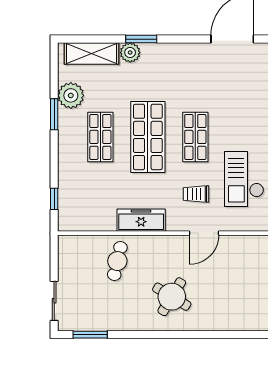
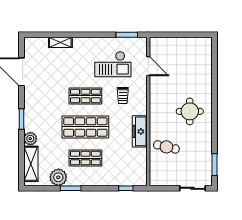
window: (141, 39) -> (21, 119), moved
door: (204, 233) -> (148, 66), moved
round table: (172, 297) -> (190, 111), turned -31

